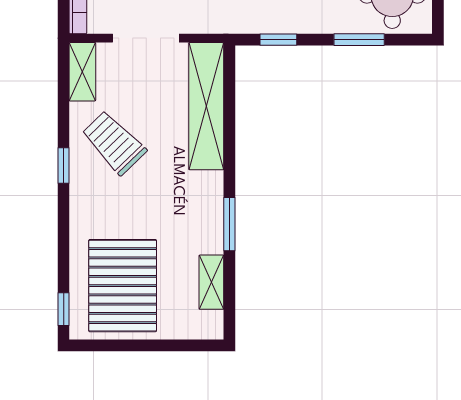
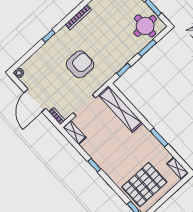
trolley: (114, 143) -> (103, 145), removed
shelving: (211, 282) -> (178, 168), moved
pallet: (123, 286) -> (144, 185), turned 90

